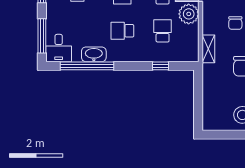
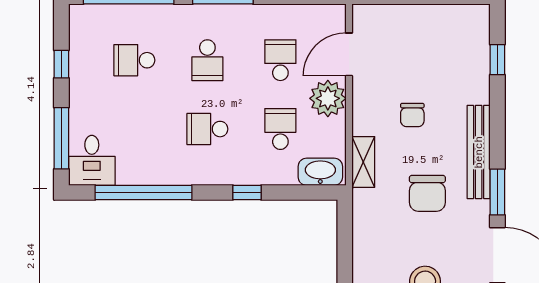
washbasin: (94, 54) -> (320, 172), moved
window: (160, 66) -> (247, 193), moved

